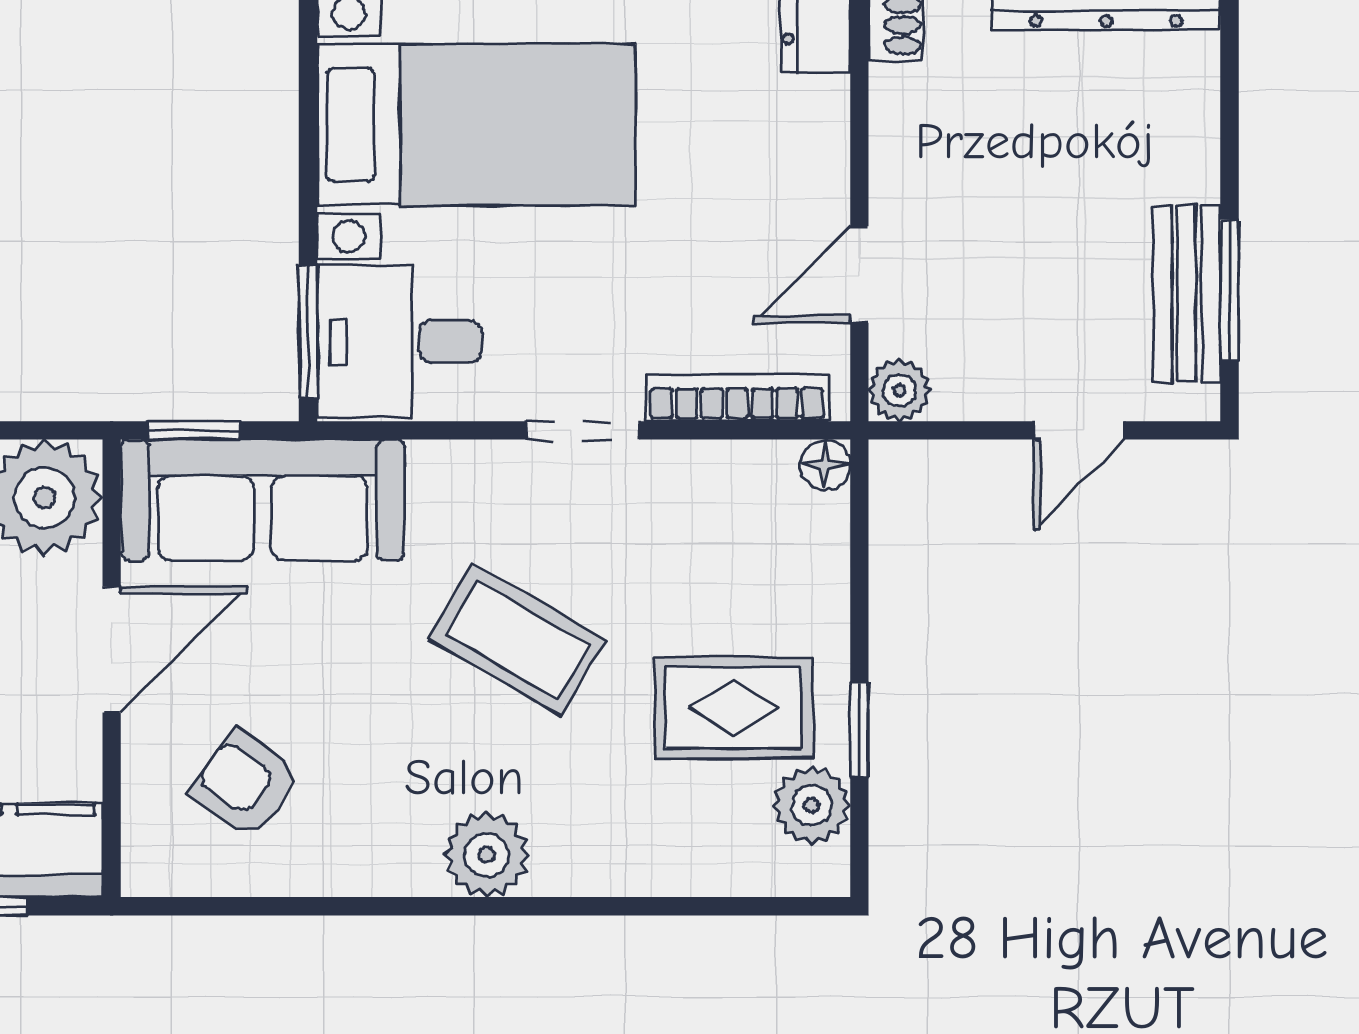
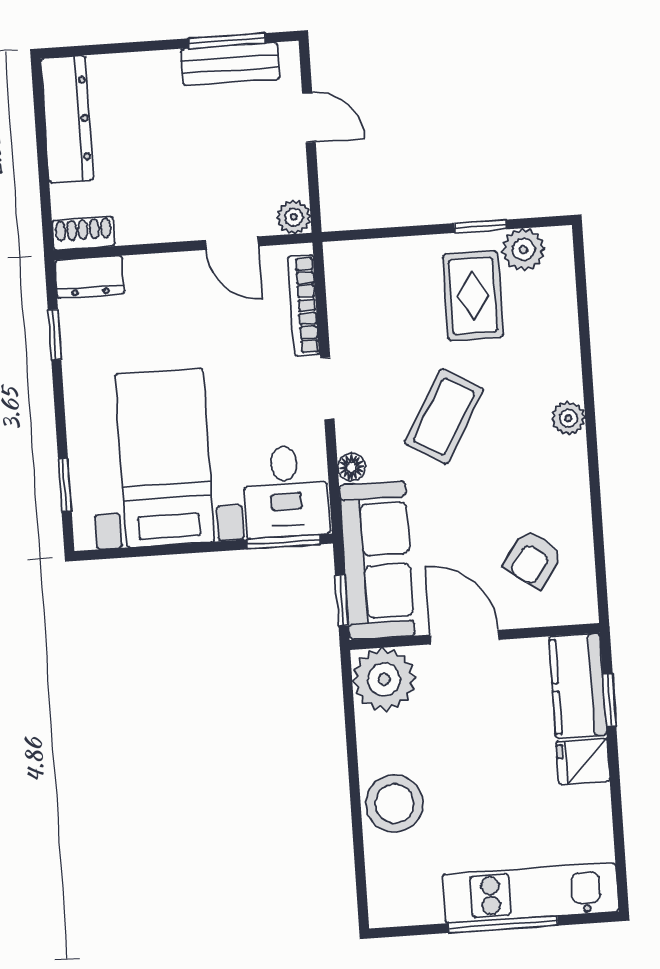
floor lamp: (825, 465) -> (351, 467), moved
plant: (487, 855) -> (568, 418), width x0.73, depth x0.73

